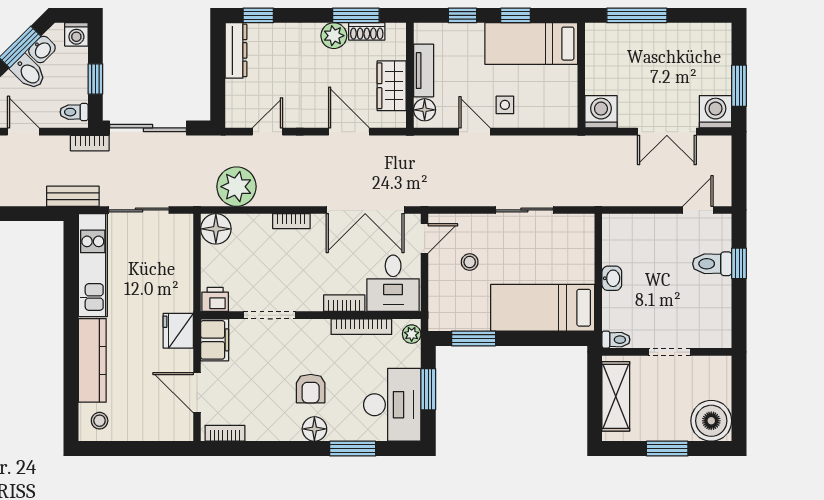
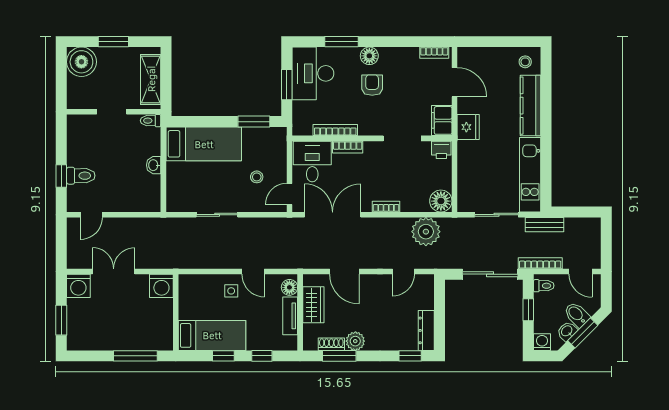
window: (739, 86) -> (61, 320), moved
bookcase: (90, 143) -> (540, 263), width x1.56
plant: (412, 334) -> (299, 125), removed

